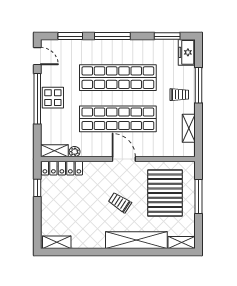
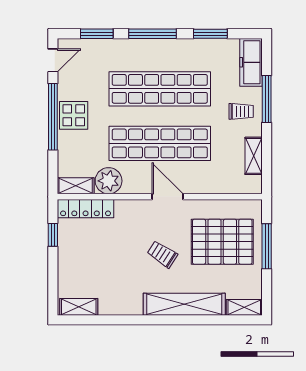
window: (167, 36) -> (210, 34), moved
freezer: (187, 52) -> (251, 62), width x1.40
door: (37, 56) -> (53, 60), hinge flipped
plant: (75, 152) -> (109, 181), width x1.88, depth x1.88
pallet: (165, 193) -> (222, 242), turned 90

